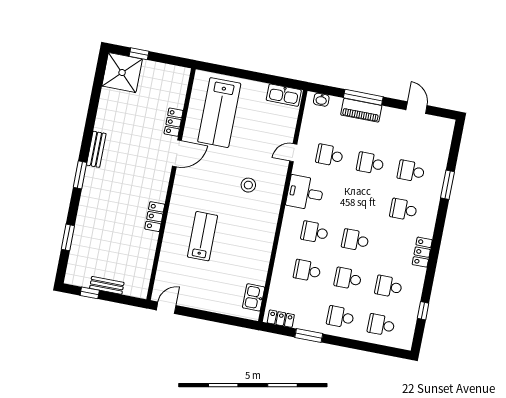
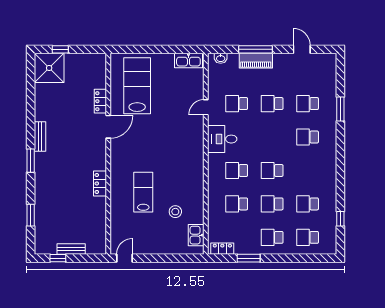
lab bench: (219, 113) -> (137, 86), turned 180
stool: (248, 185) -> (175, 212), moved
locker: (422, 252) -> (330, 170), removed

